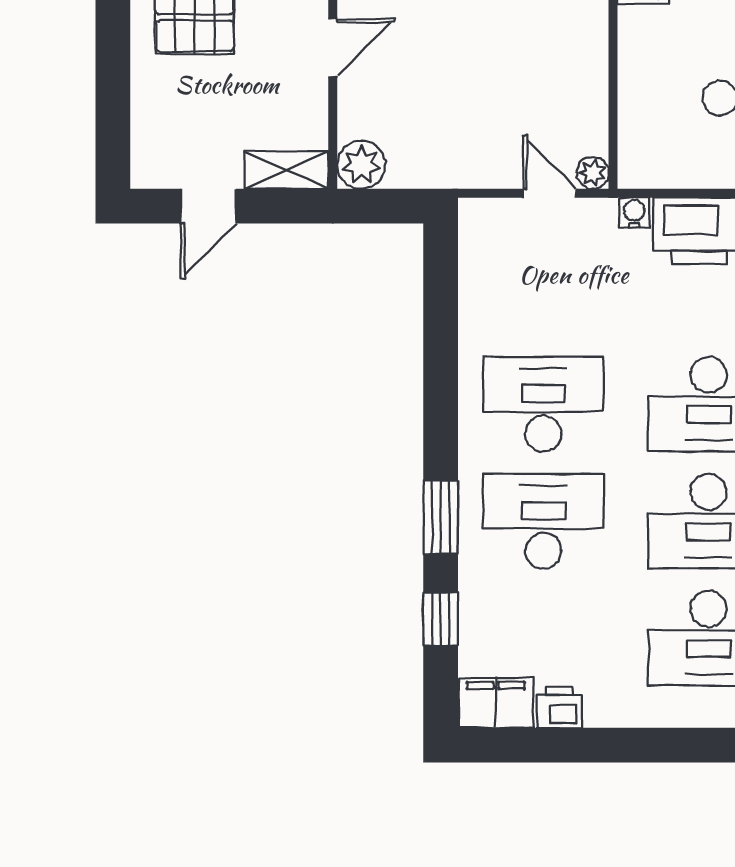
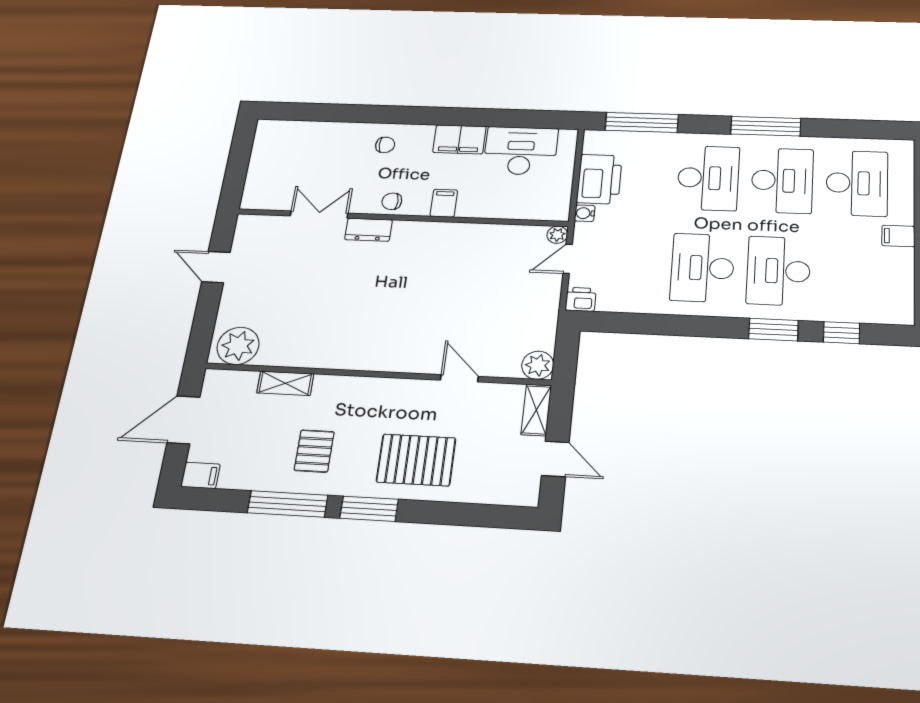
filing cabinet: (496, 703) -> (898, 236), moved, width x0.50
printer: (559, 707) -> (581, 299), moved, turned 90

